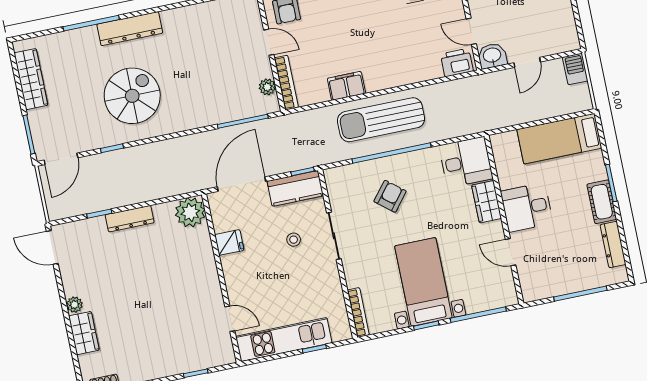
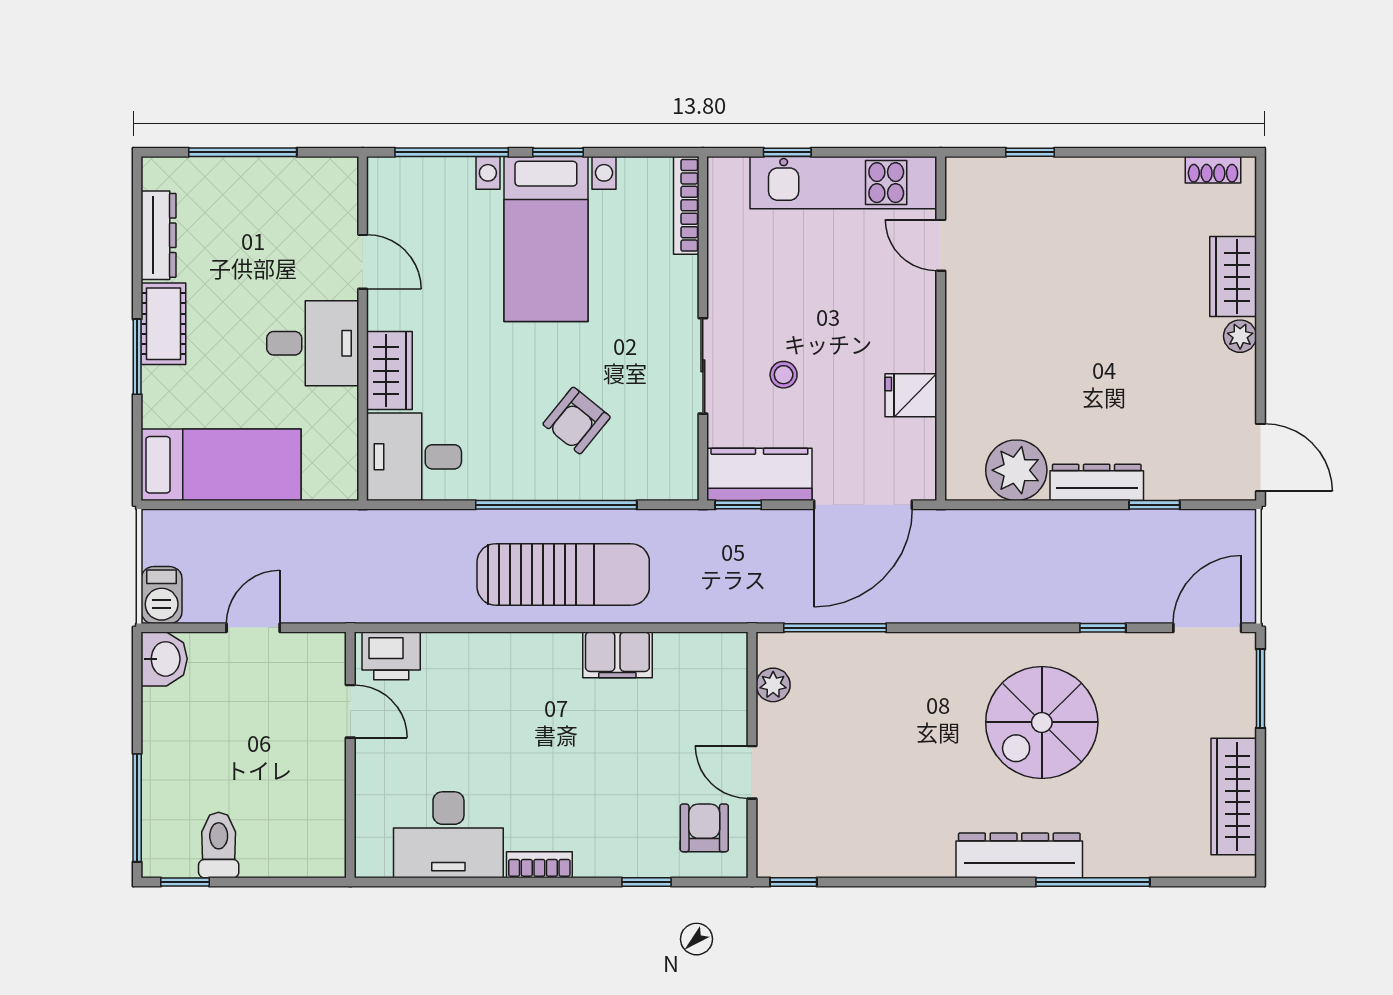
washbasin: (492, 56) -> (164, 659), moved, turned -90
bookcase: (286, 83) -> (734, 686), removed
plant: (190, 212) -> (1016, 470), moved

